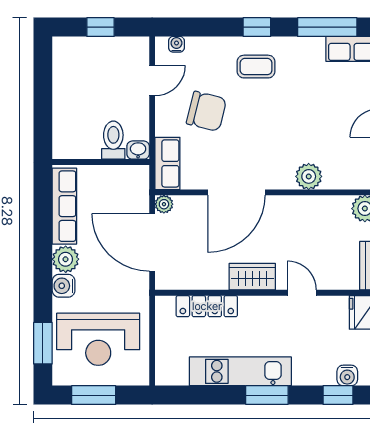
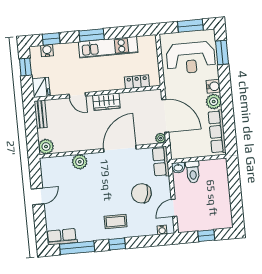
locker: (207, 306) -> (137, 82), width x0.66
reception desk: (98, 339) -> (191, 58), turned 180

